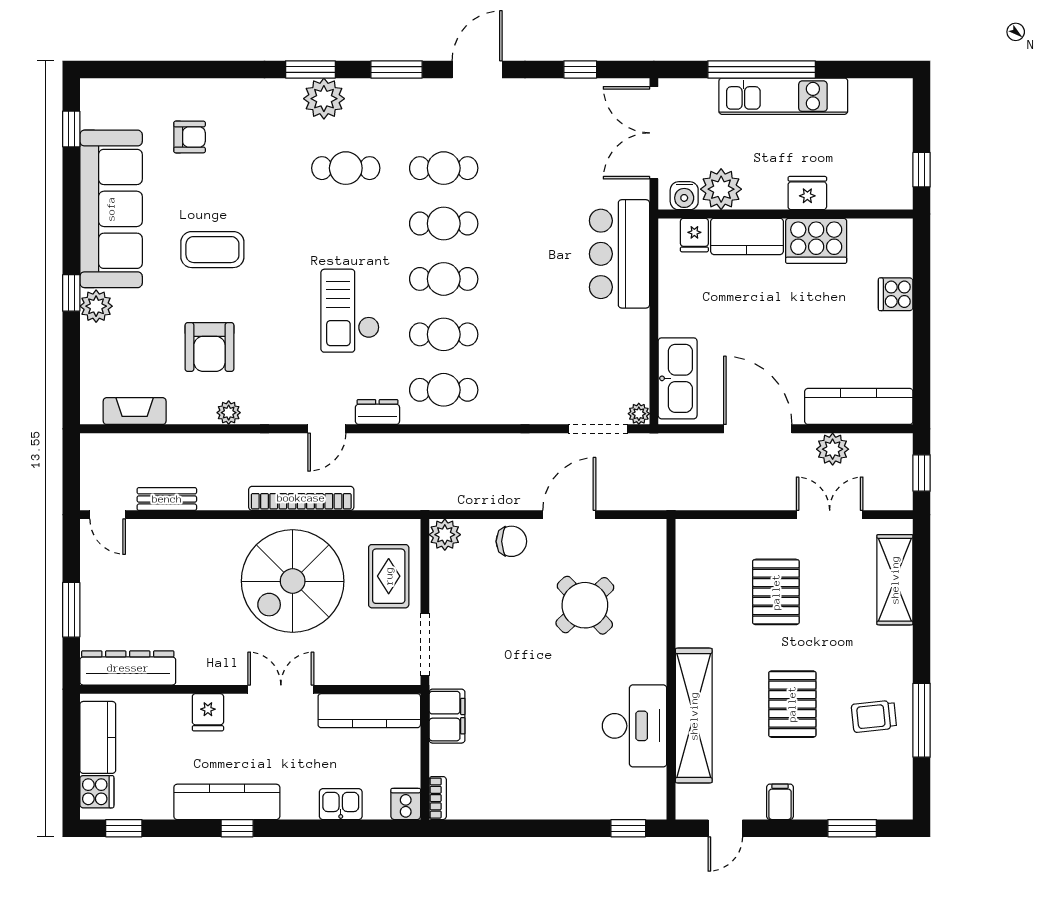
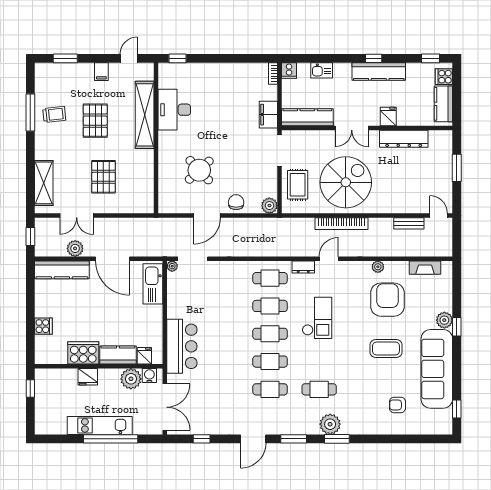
armchair: (209, 347) -> (387, 300), width x1.36, depth x1.36
chair: (511, 541) -> (236, 202), turned 90
dresser: (128, 668) -> (404, 139), moved

